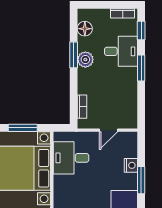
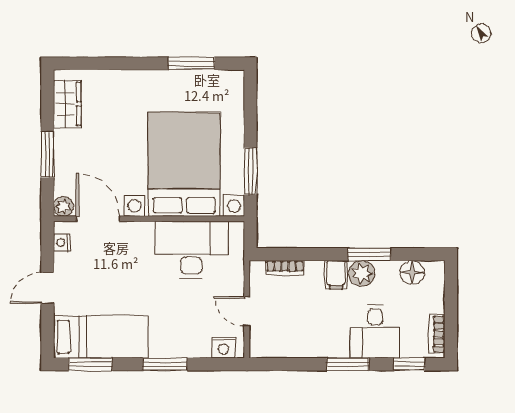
filing cabinet: (86, 75) -> (336, 275), added
desk: (71, 158) -> (191, 250), width x1.37
nightstand: (131, 165) -> (224, 348), moved

